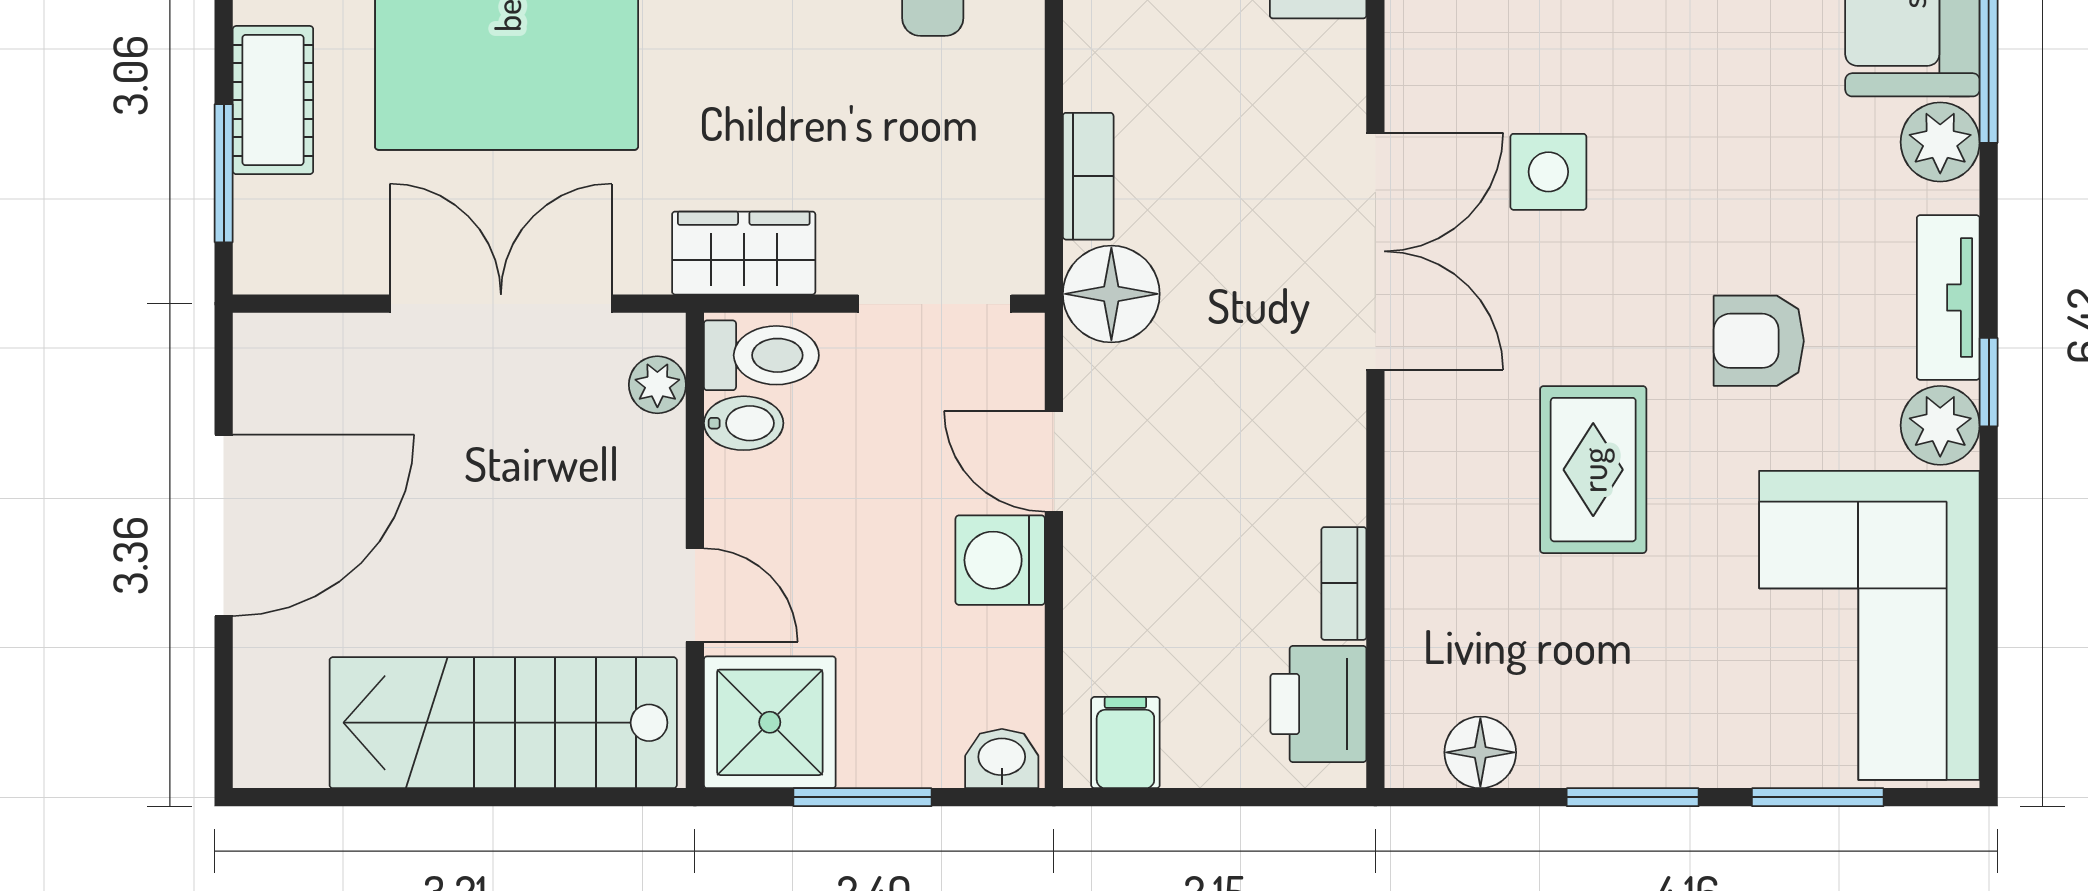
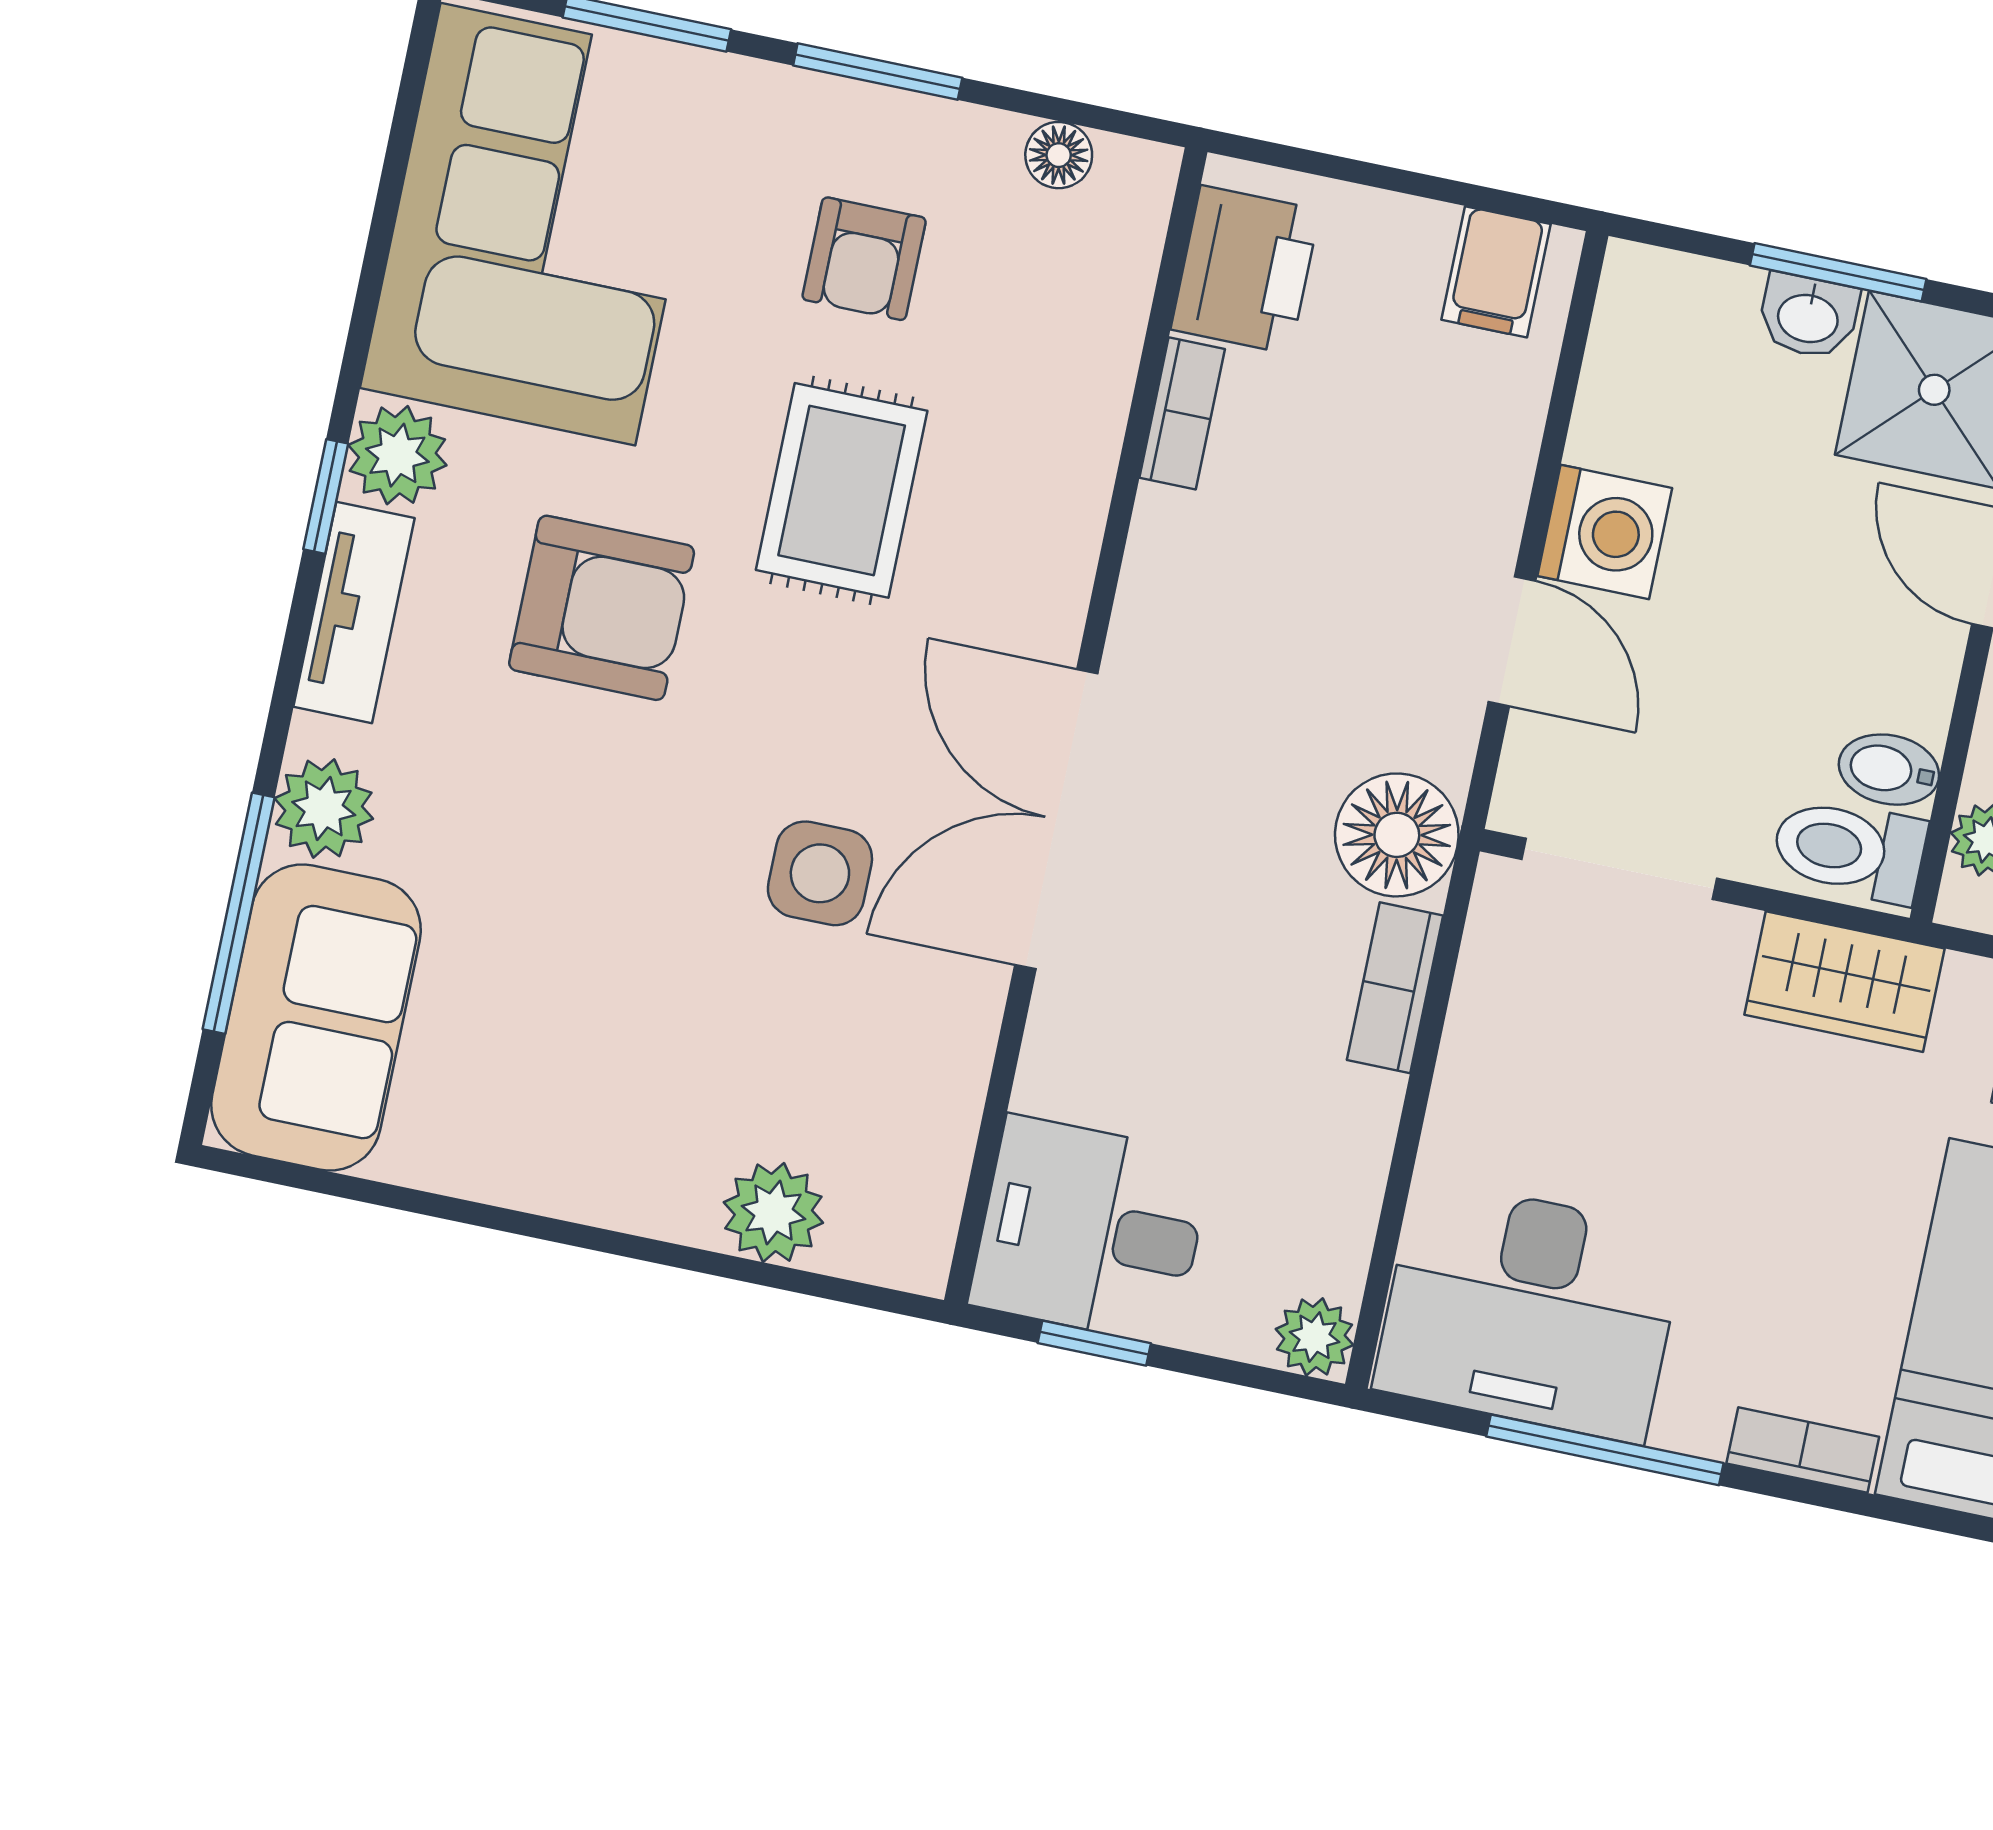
armchair: (1759, 341) -> (602, 608), width x1.38, depth x1.38
armchair: (1613, 651) -> (864, 259), added
floor lamp: (1480, 752) -> (1059, 155), width x0.73, depth x0.73
washbasin: (1002, 759) -> (1808, 316), moved

